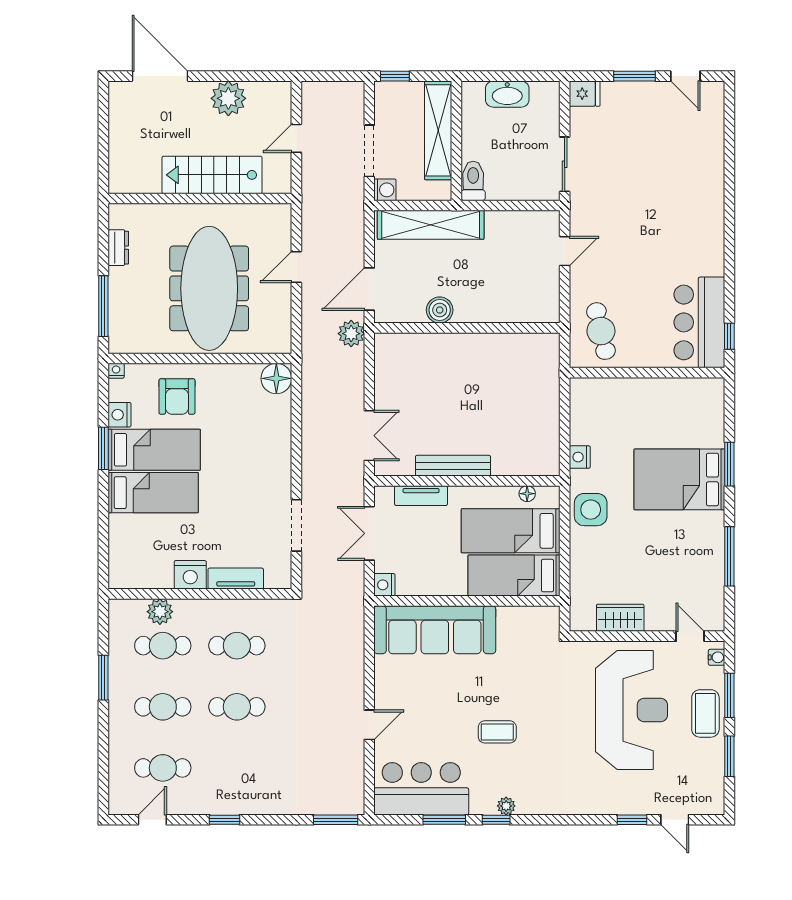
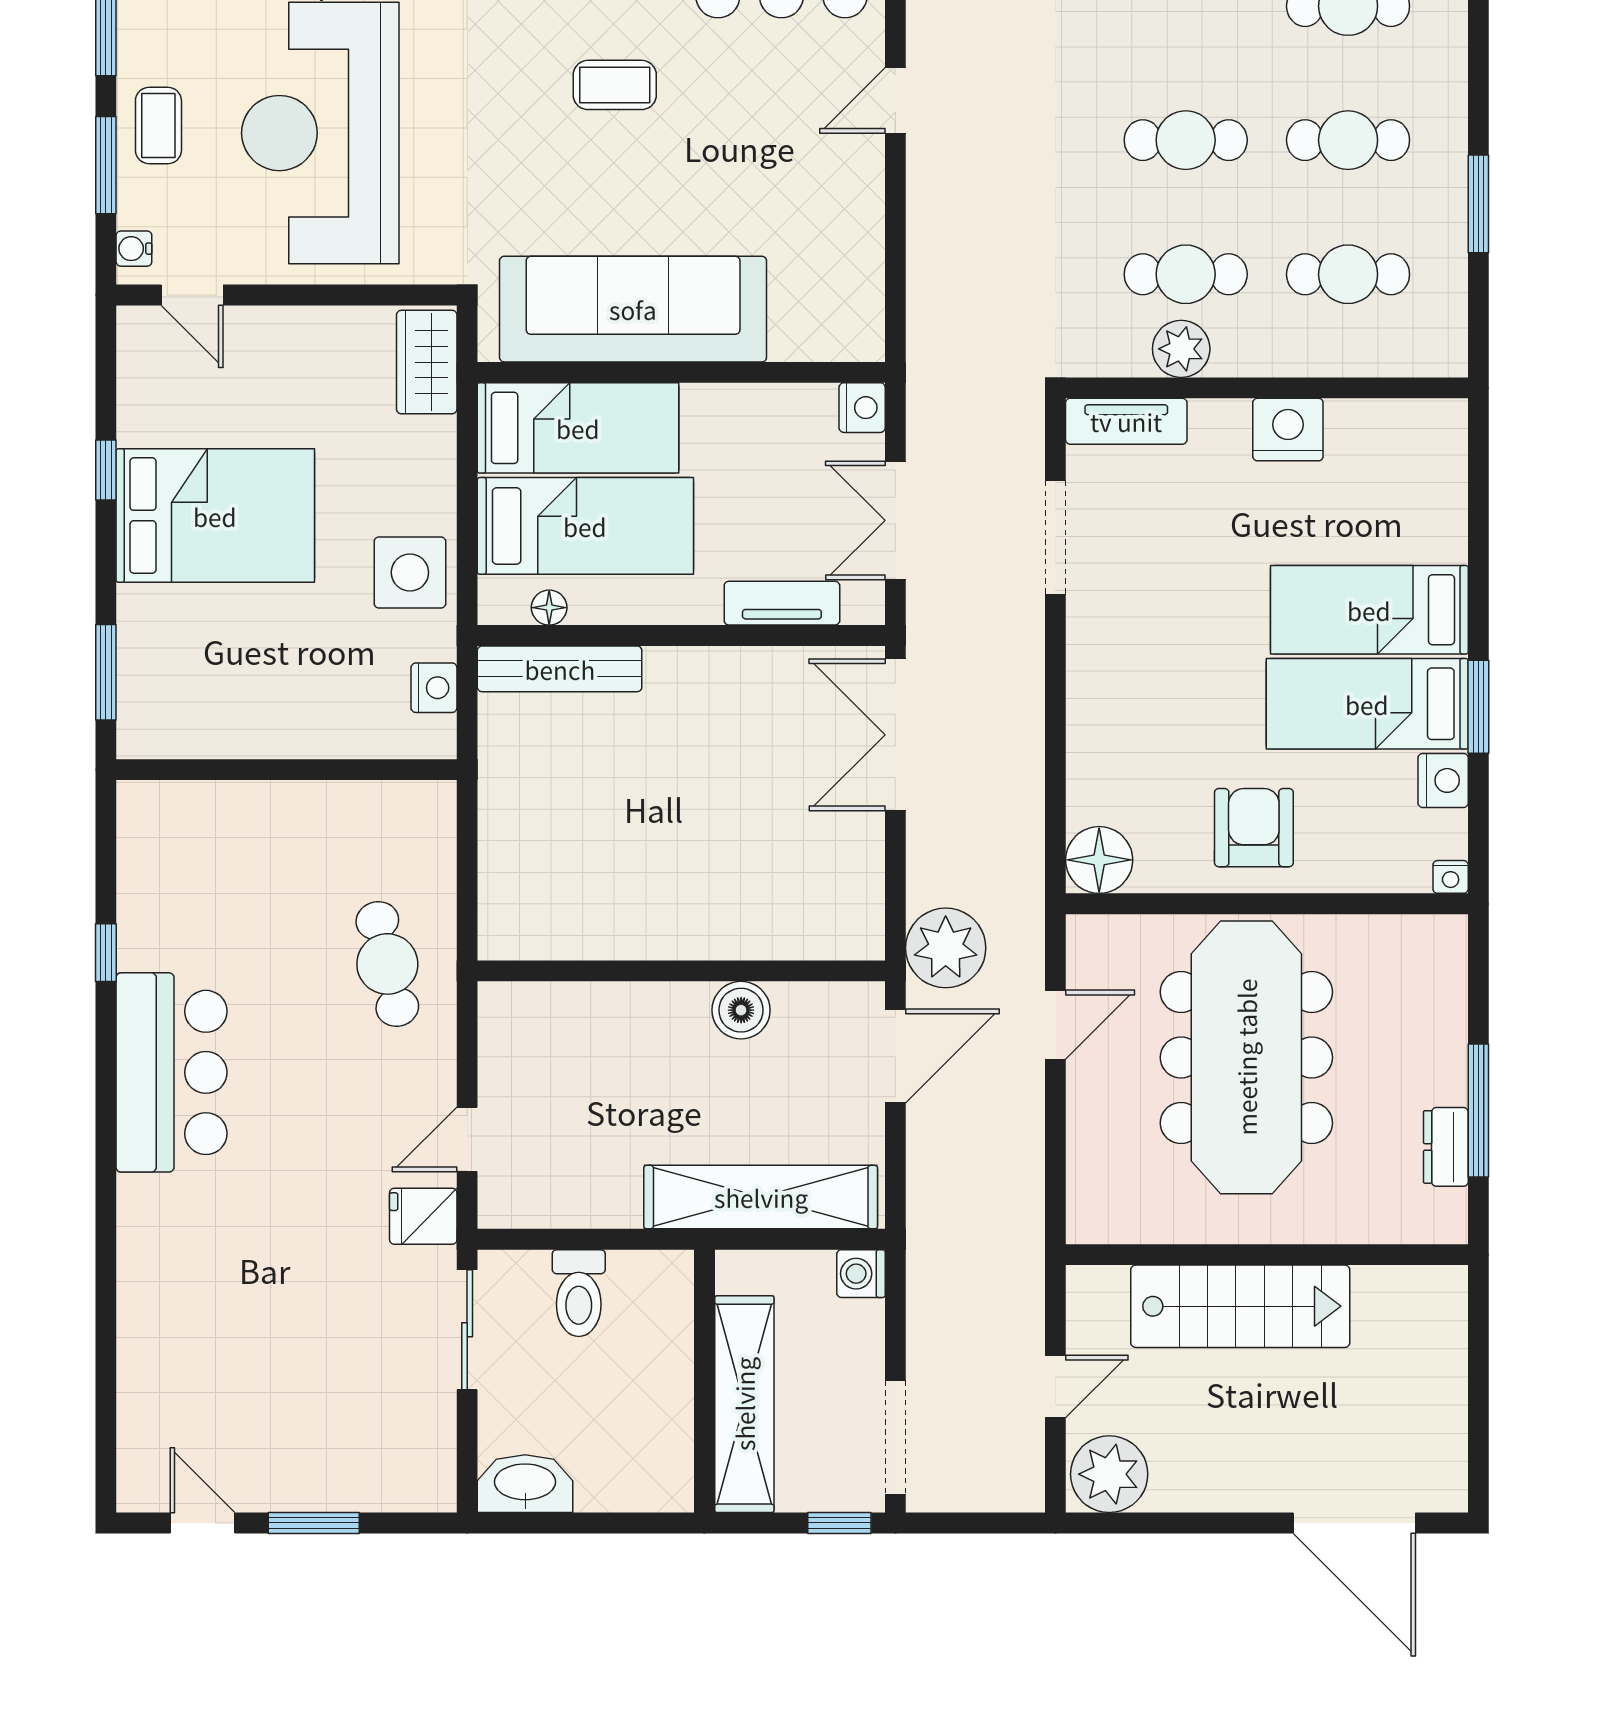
washbasin: (507, 94) -> (525, 1484), moved
fridge: (585, 94) -> (423, 1216), moved
plant: (228, 98) -> (1109, 1474), moved
doorway: (369, 151) -> (895, 1437), moved
toilet: (473, 181) -> (579, 1293), moved
door: (296, 267) -> (1055, 1025), moved
window: (103, 306) -> (1478, 1111), moved
bar counter: (699, 322) -> (172, 1072), moved
plant: (351, 334) -> (946, 948), width x1.36, depth x1.36
wall: (647, 373) -> (287, 770), moved
armchair: (177, 396) -> (1254, 828), moved
double door: (369, 436) -> (895, 735), width x1.37
bench: (453, 466) -> (560, 669), moved
bed: (679, 479) -> (215, 516), moved
double door: (369, 533) -> (895, 520), swing flipped
window: (729, 556) -> (106, 470), width x0.46
tv unit: (236, 579) -> (1126, 421), moved
plant: (160, 612) -> (1181, 349), moved
wardrobe: (620, 618) -> (427, 362), moved, turned 90
sofa: (435, 630) -> (633, 309), moved
coffee table: (705, 713) -> (158, 125), width x0.73, depth x0.77

